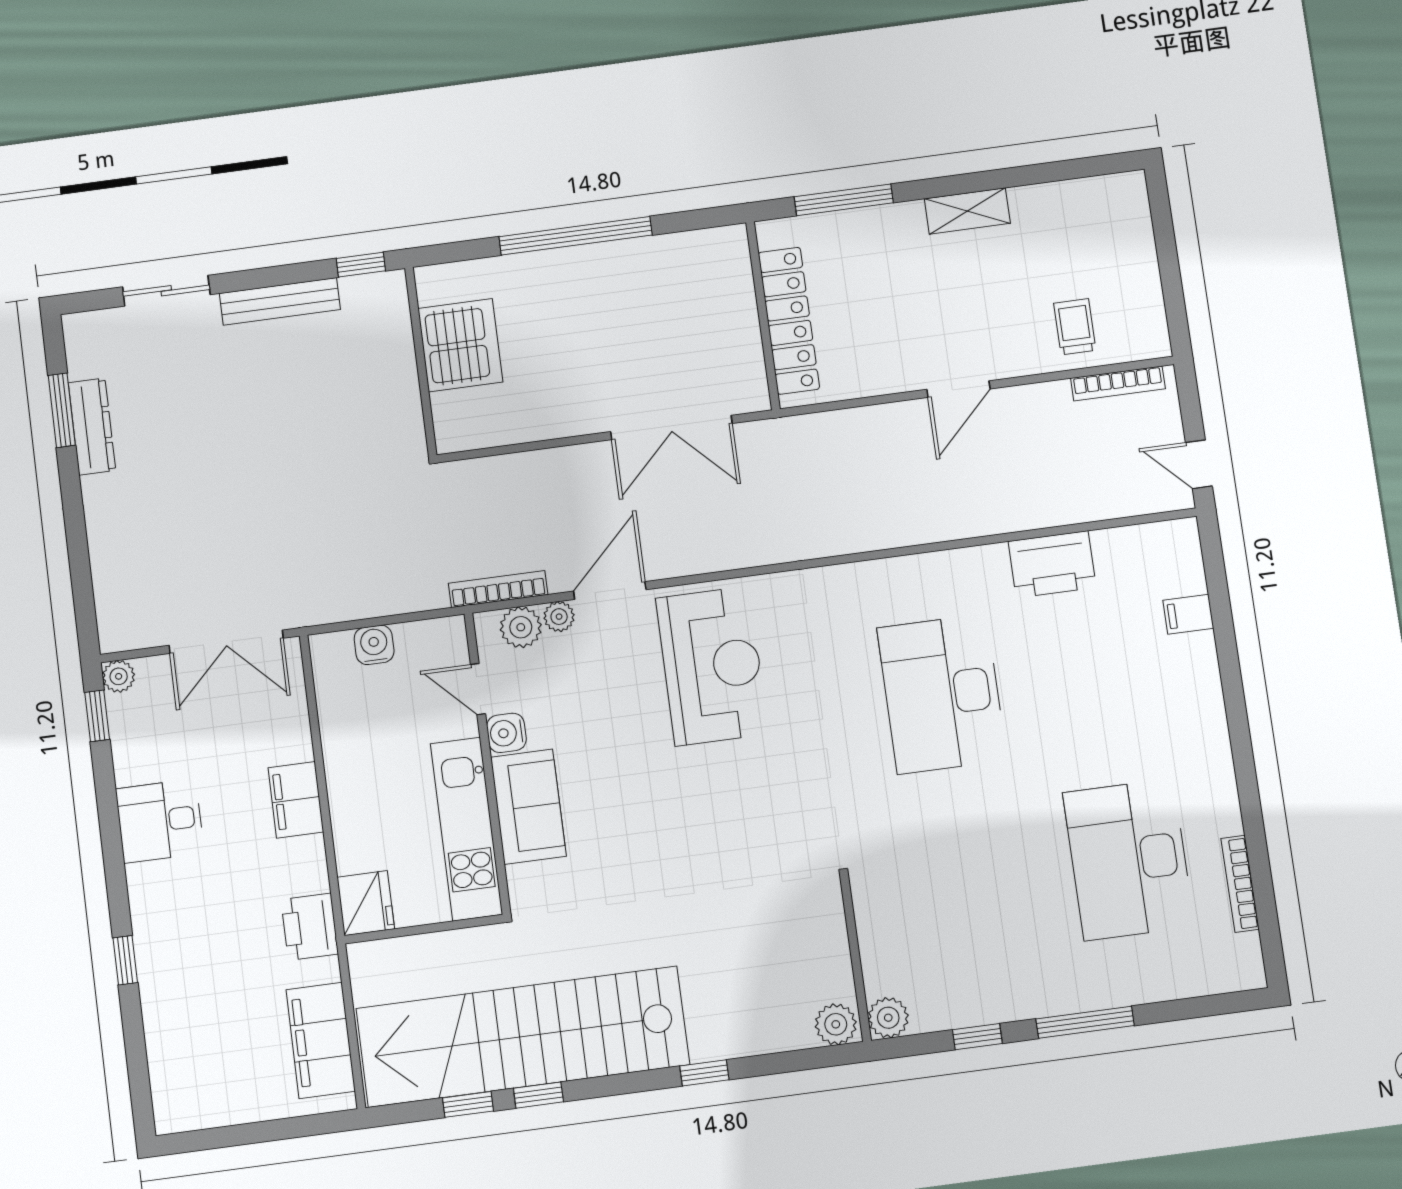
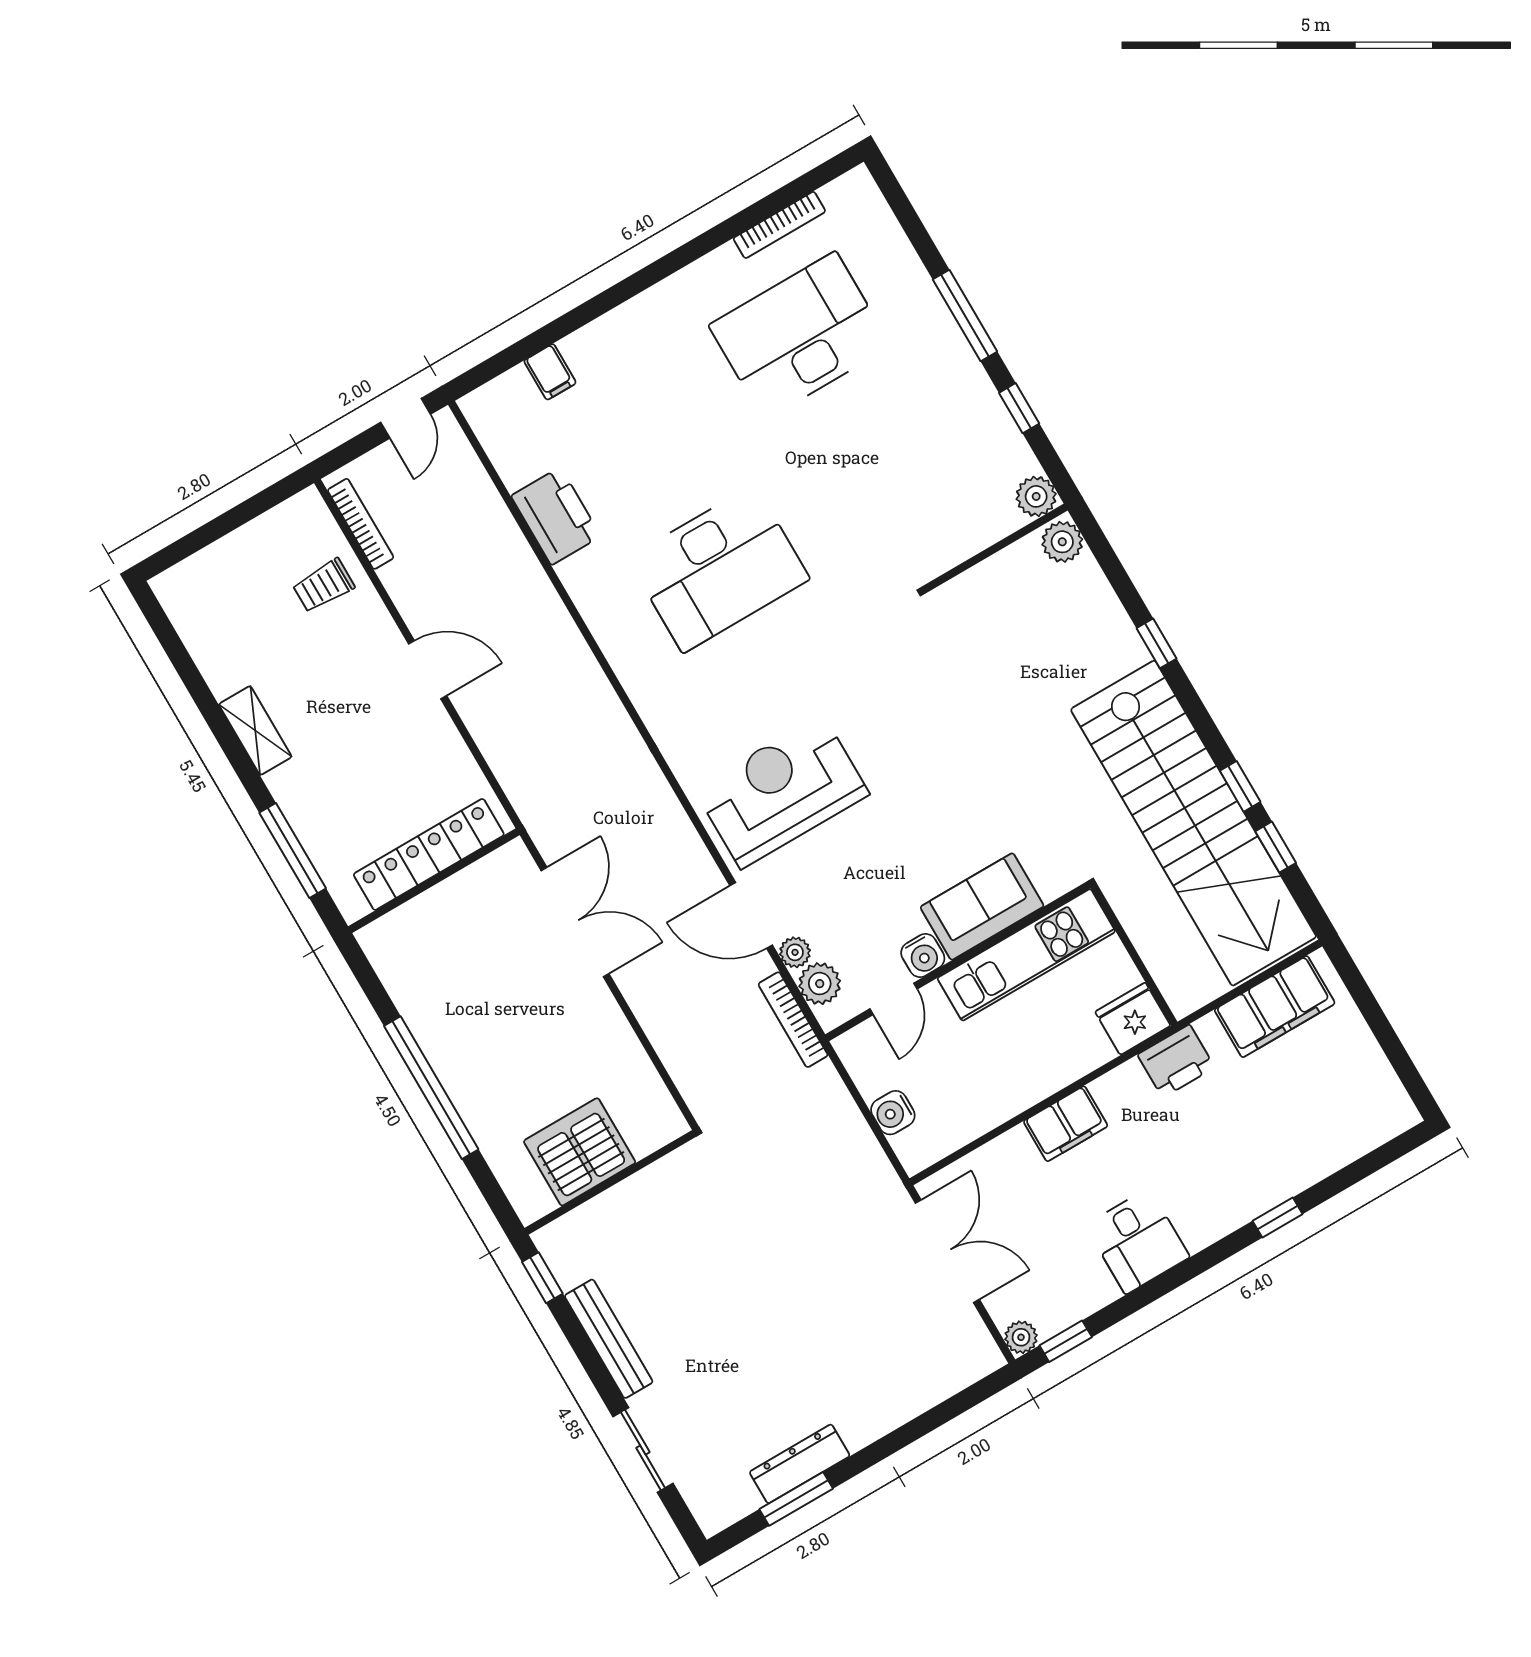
desk: (1129, 860) -> (800, 336), turned 180

